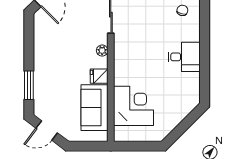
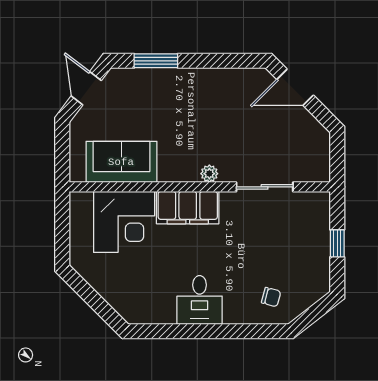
filing cabinet: (124, 65) -> (188, 208), added
fridge: (99, 76) -> (170, 169), removed

